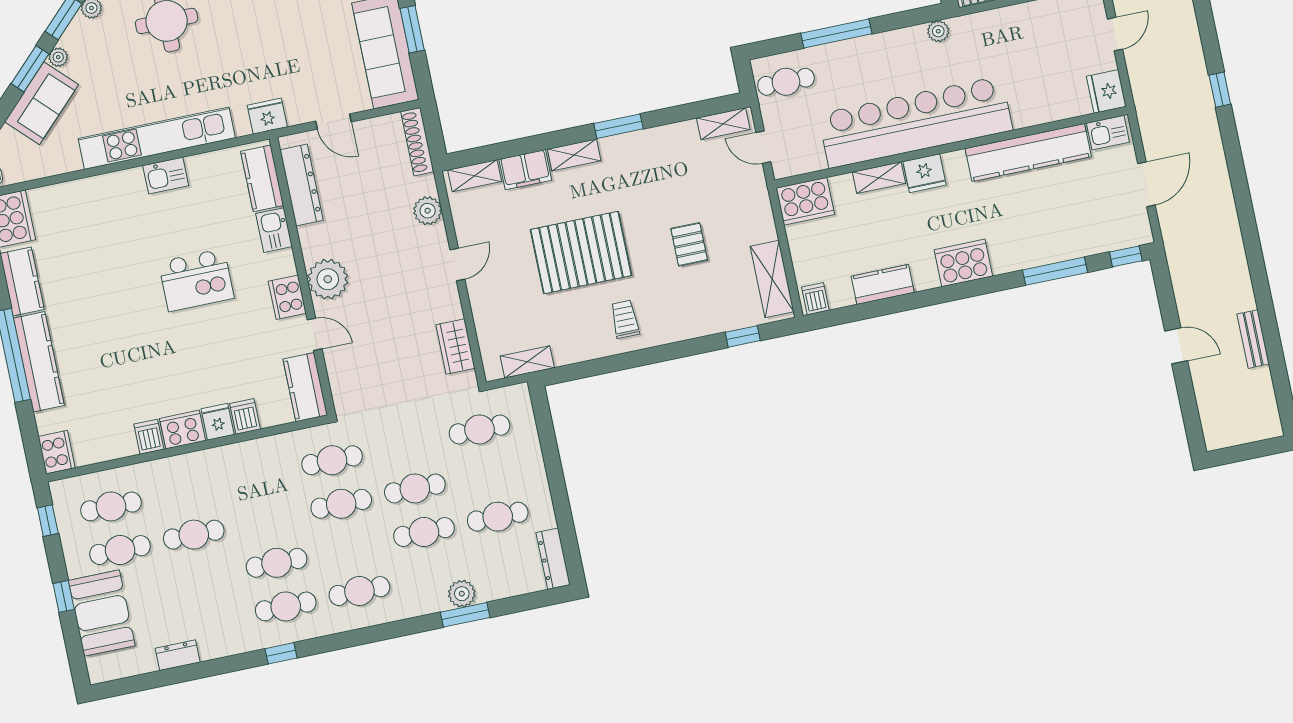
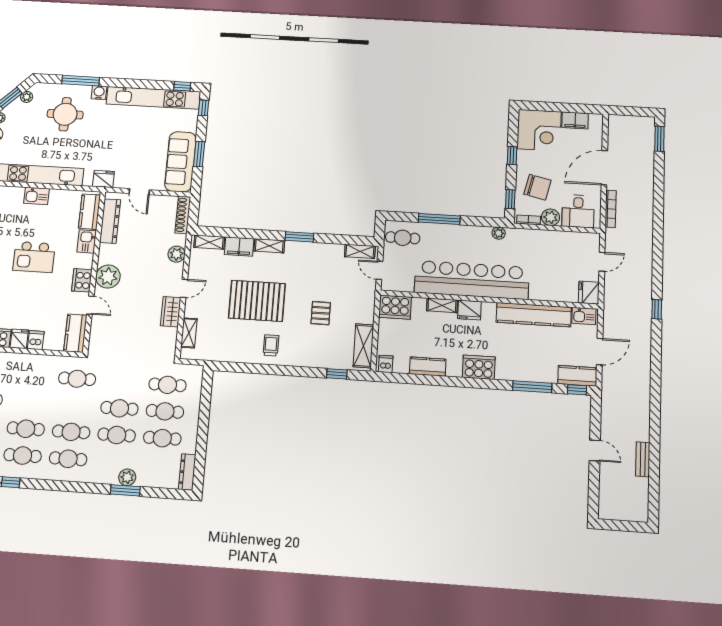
kitchen counter: (1121, 234) -> (577, 376), added
wardrobe: (455, 346) -> (171, 312), moved
shelving: (527, 362) -> (189, 333), moved, turned 90
cafe table: (489, 473) -> (165, 411), added
cafe table: (341, 504) -> (71, 432), moved

